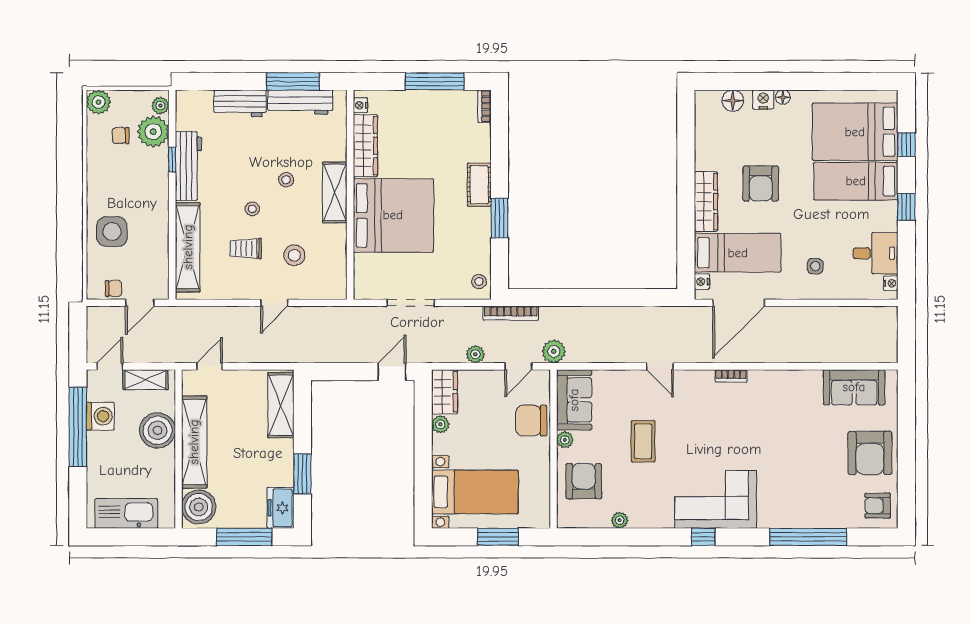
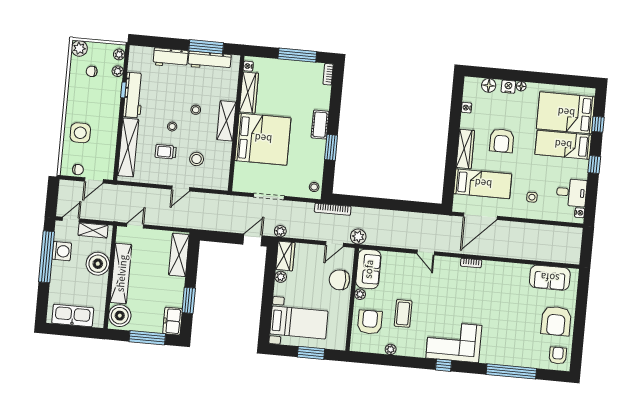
plant: (153, 132) -> (118, 71), width x0.53, depth x0.53
nightstand: (702, 282) -> (466, 108), moved
plant: (475, 354) -> (280, 231), moved
coffee table: (643, 441) -> (403, 313), moved
armchair: (878, 506) -> (558, 355), turned 90

